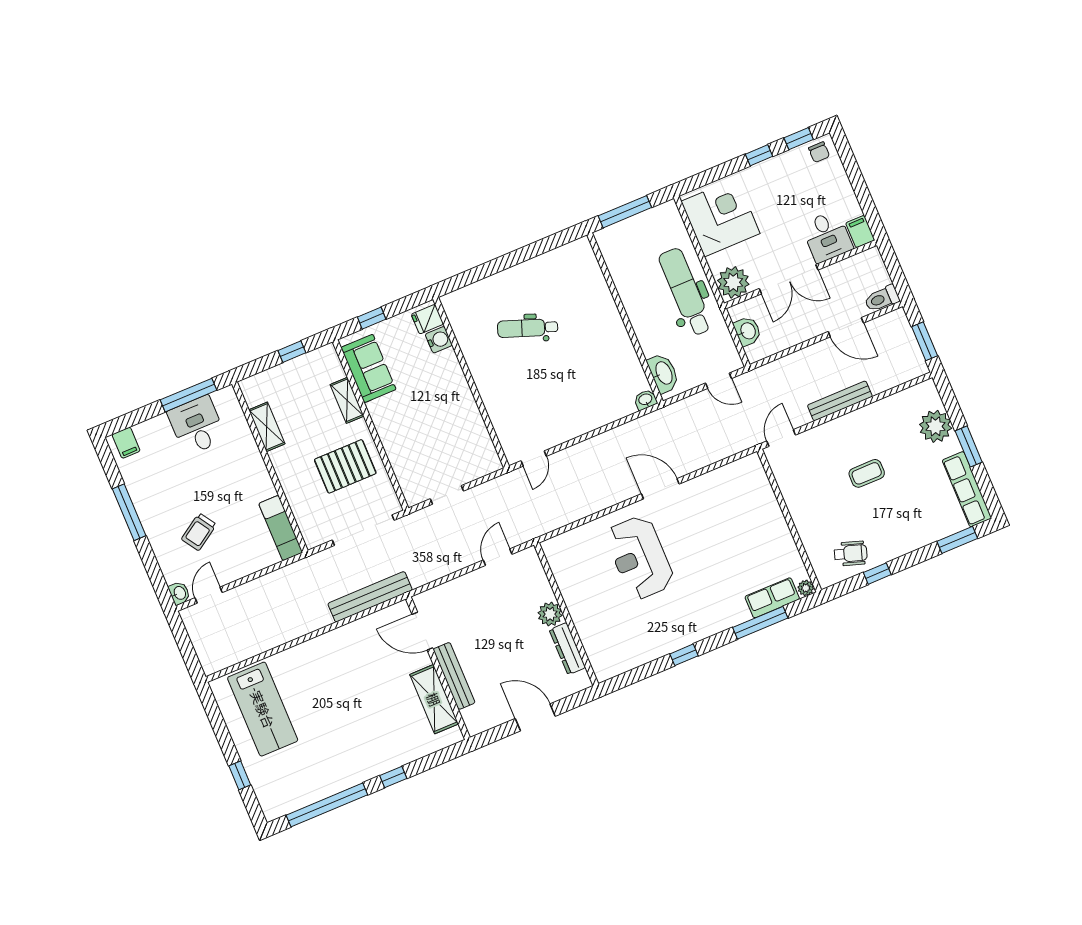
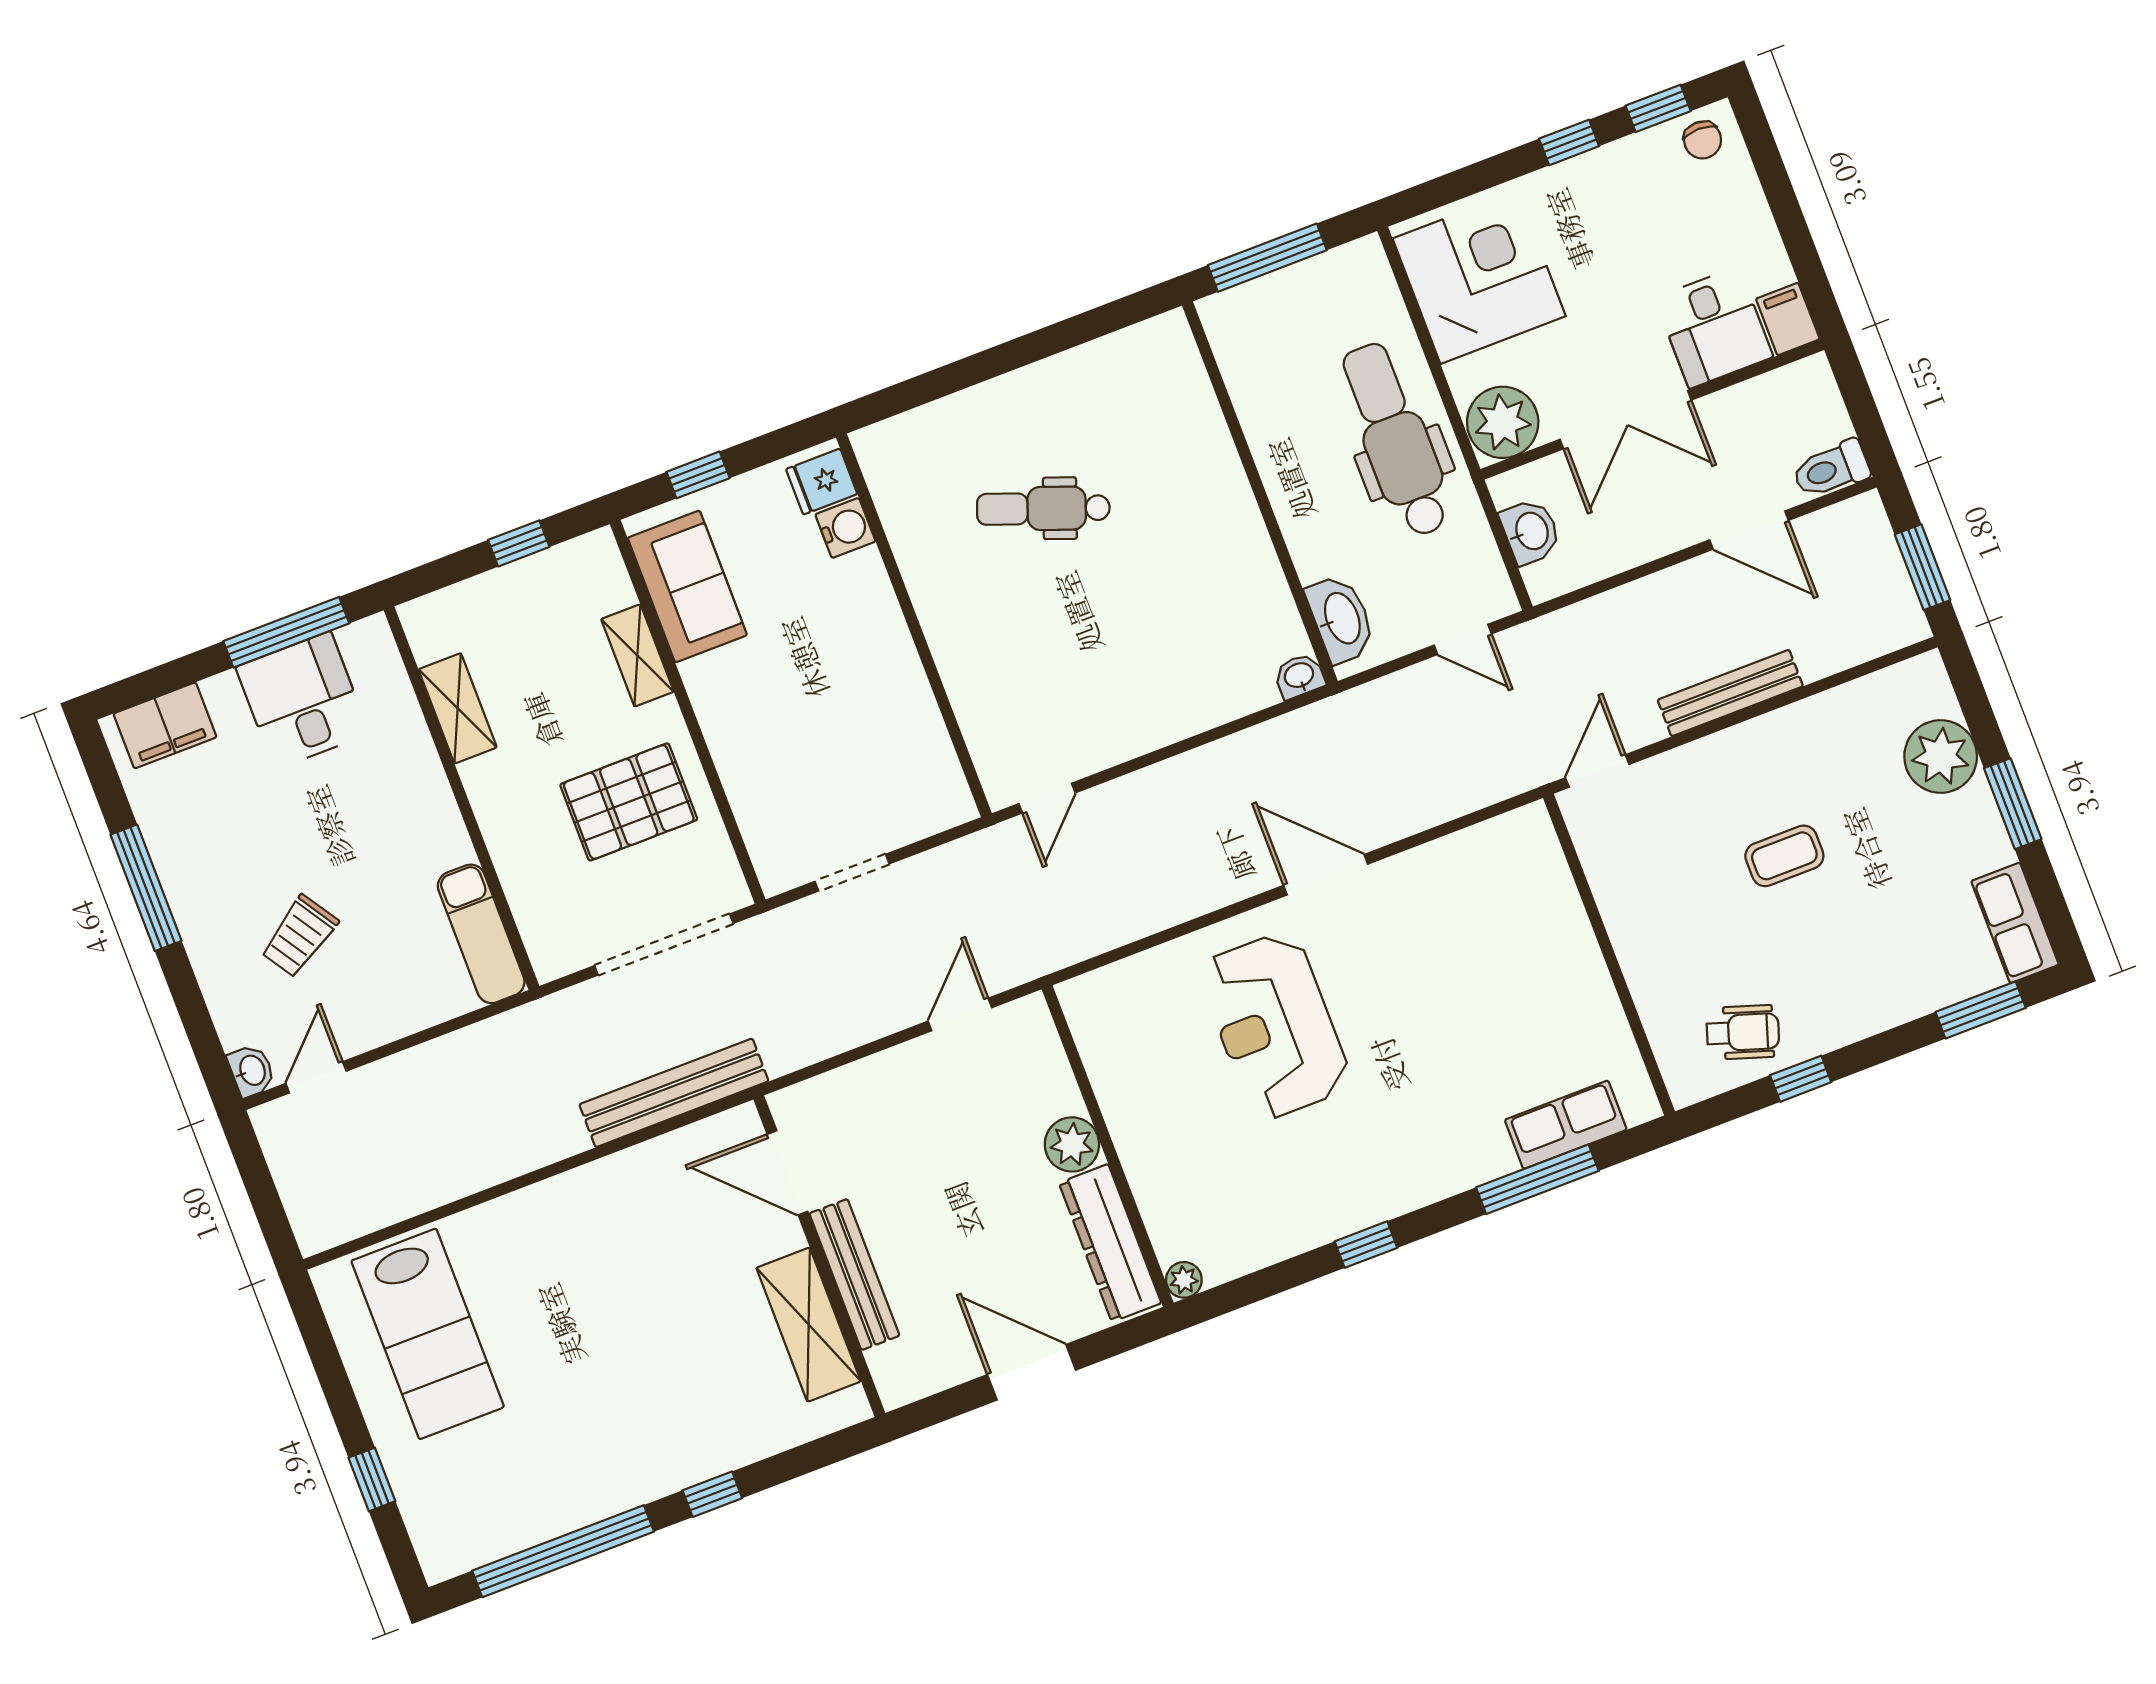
filing cabinet: (126, 443) -> (165, 725), width x2.00
row of seats: (967, 489) -> (2015, 923), width x0.68
plant: (806, 588) -> (1184, 1280), moved
dresser: (567, 649) -> (1110, 1243), width x1.37, depth x1.24

